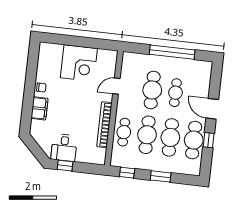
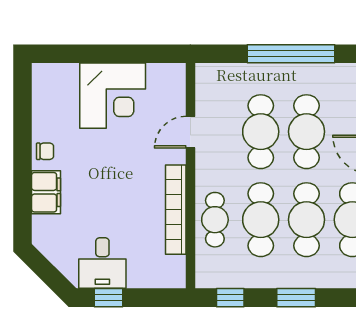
cafe table: (175, 93) -> (307, 132), width x1.37, depth x1.35

